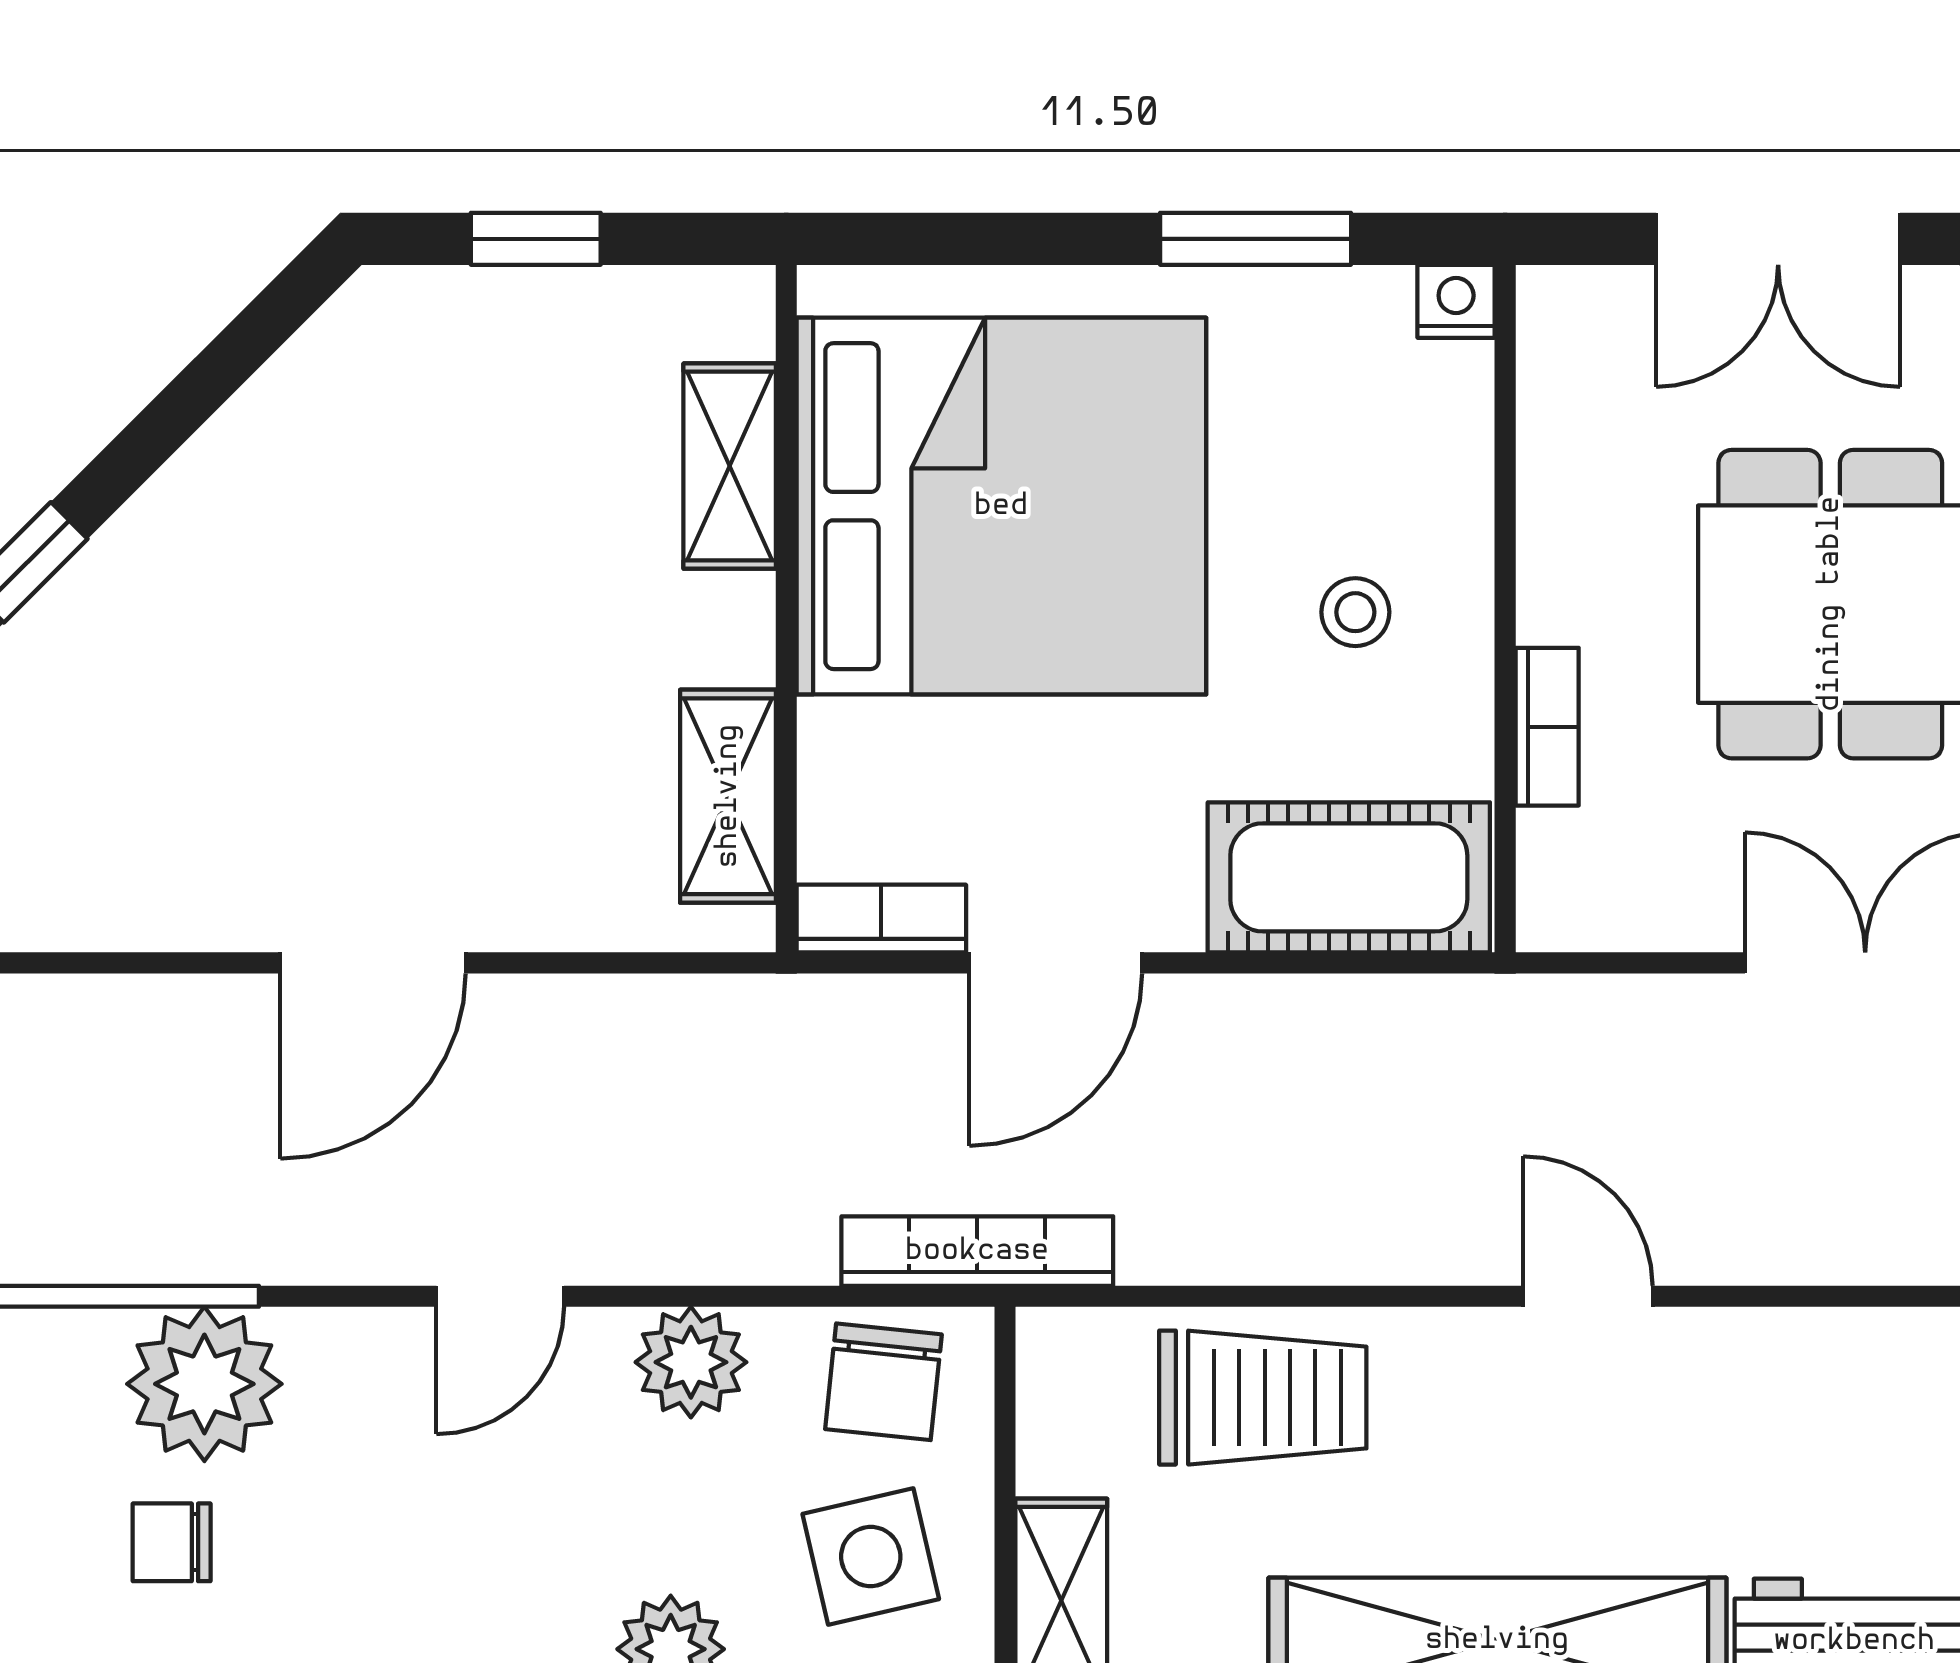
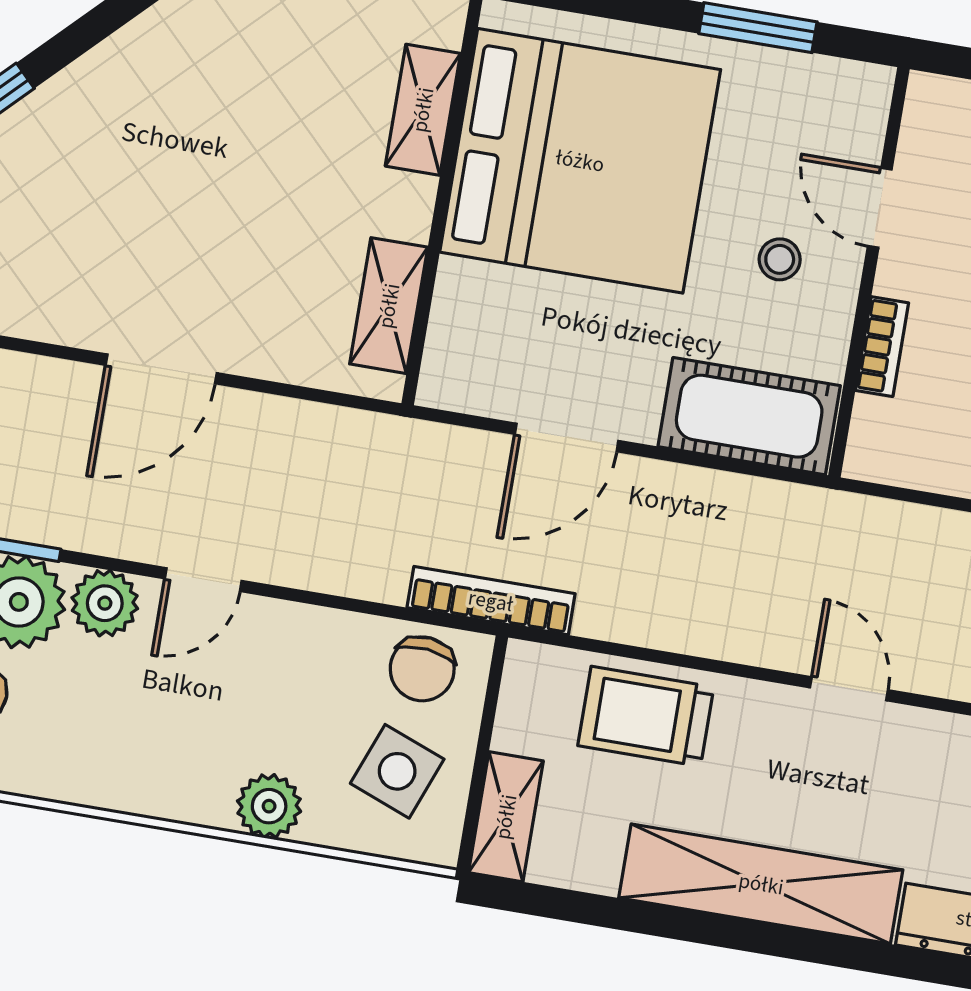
nightstand: (1456, 301) -> (871, 85), removed
door: (1505, 500) -> (880, 208), added
bookcase: (881, 919) -> (468, 394), removed
plant: (691, 1362) -> (105, 603), moved
trolley: (1263, 1398) -> (646, 716), turned 180
side table: (871, 1557) -> (397, 771), turned 34

